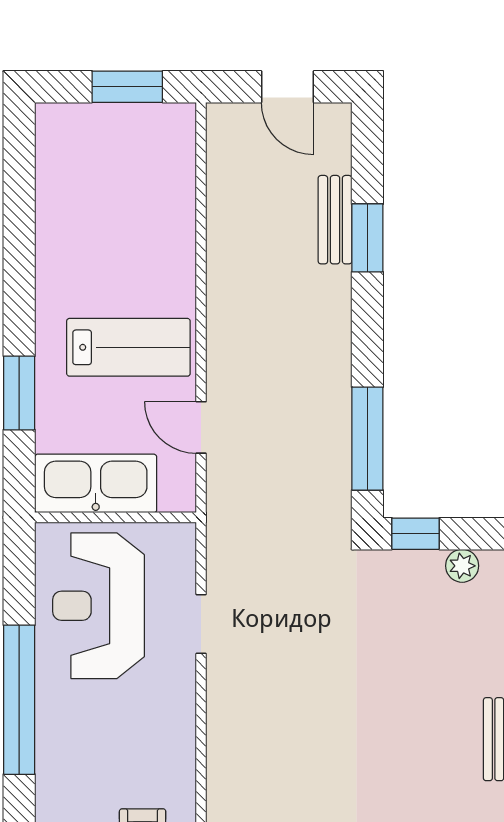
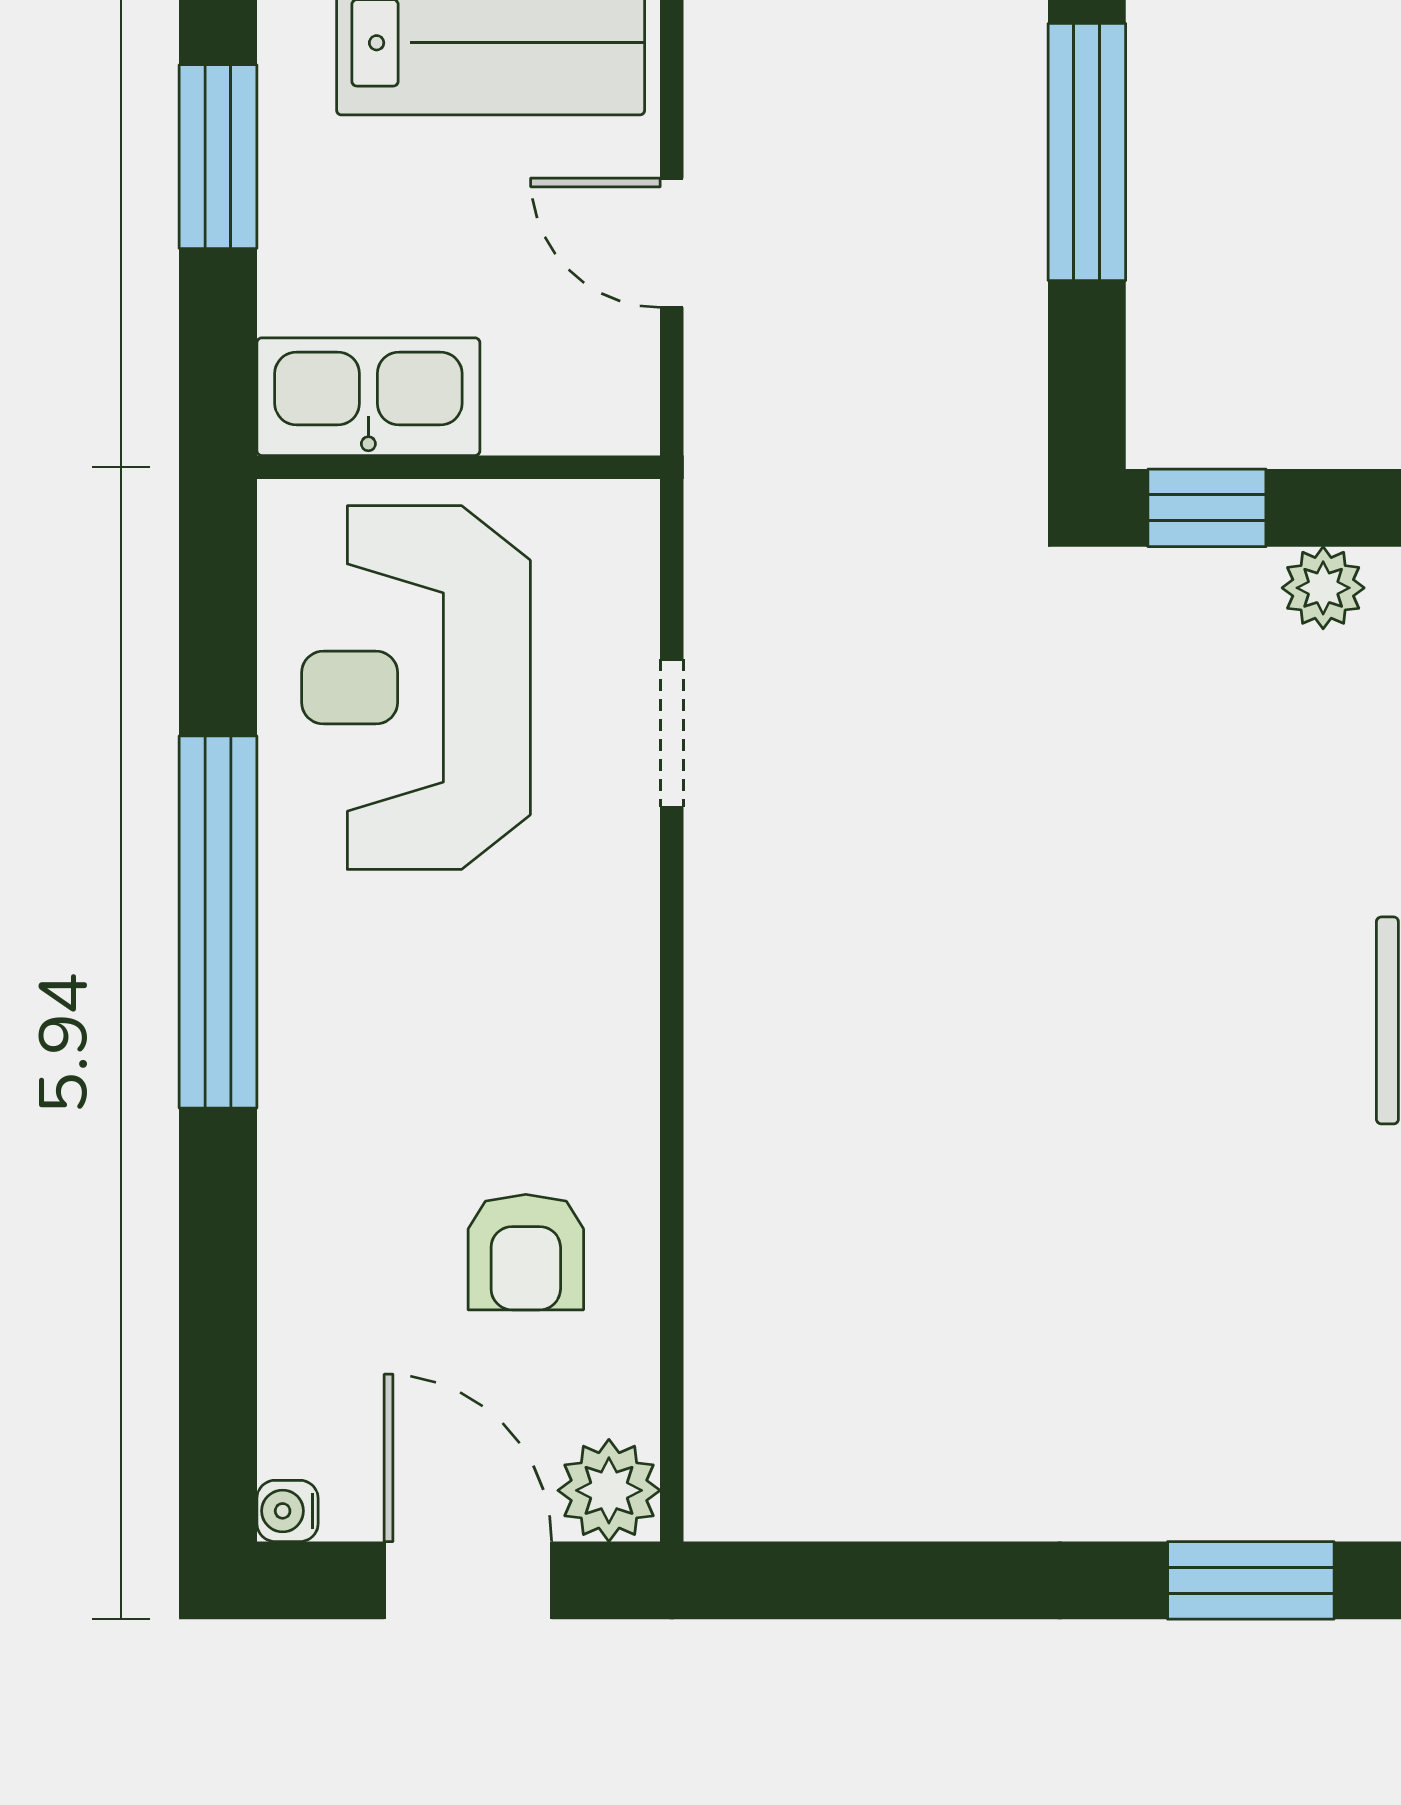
window: (367, 439) -> (1087, 152), moved
kitchen sink: (96, 483) -> (368, 397), width x0.73, depth x0.81

